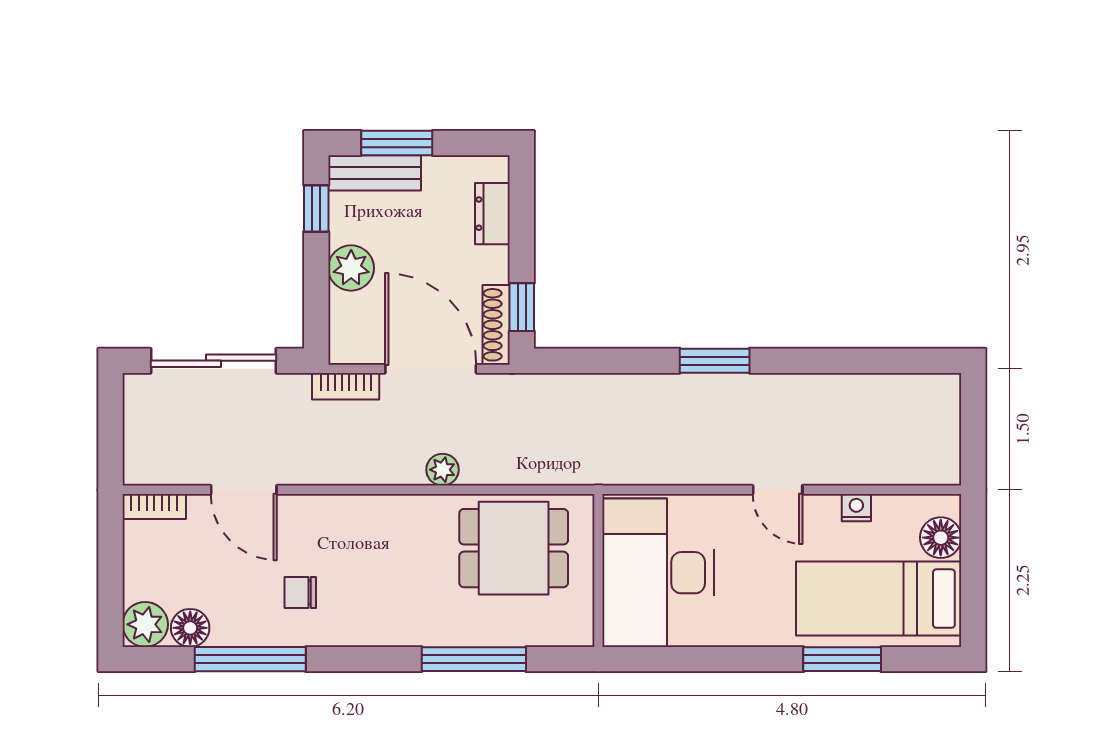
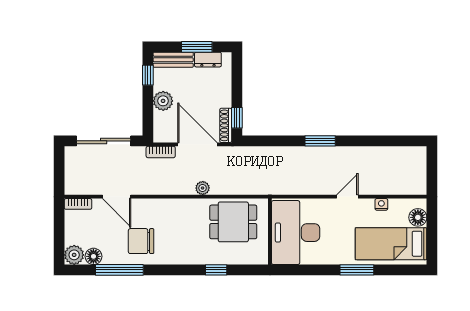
window: (397, 143) -> (197, 47), moved
dresser: (492, 214) -> (208, 60), moved, turned -90
door: (778, 490) -> (347, 197), swing flipped
chair: (300, 593) -> (141, 241), width x1.87, depth x1.87
window: (474, 659) -> (216, 270), width x0.46
window: (842, 659) -> (357, 270), moved

